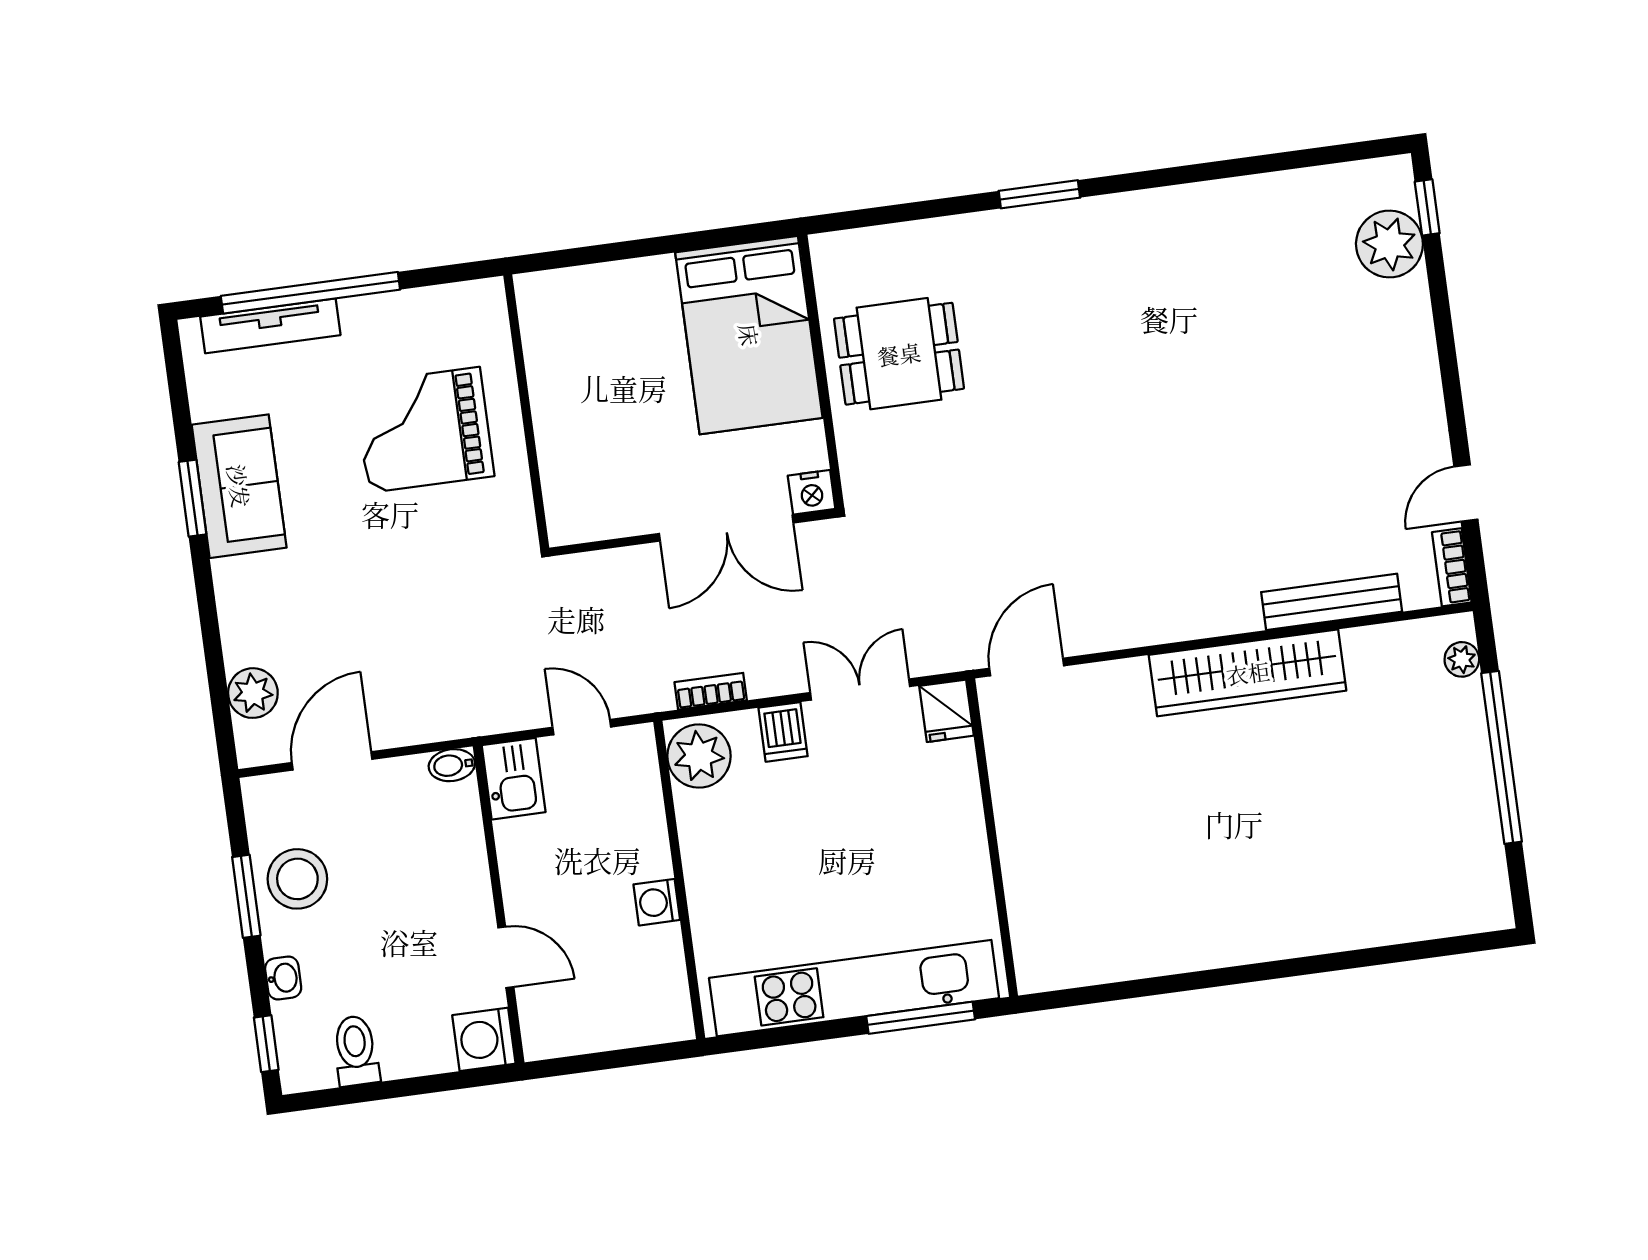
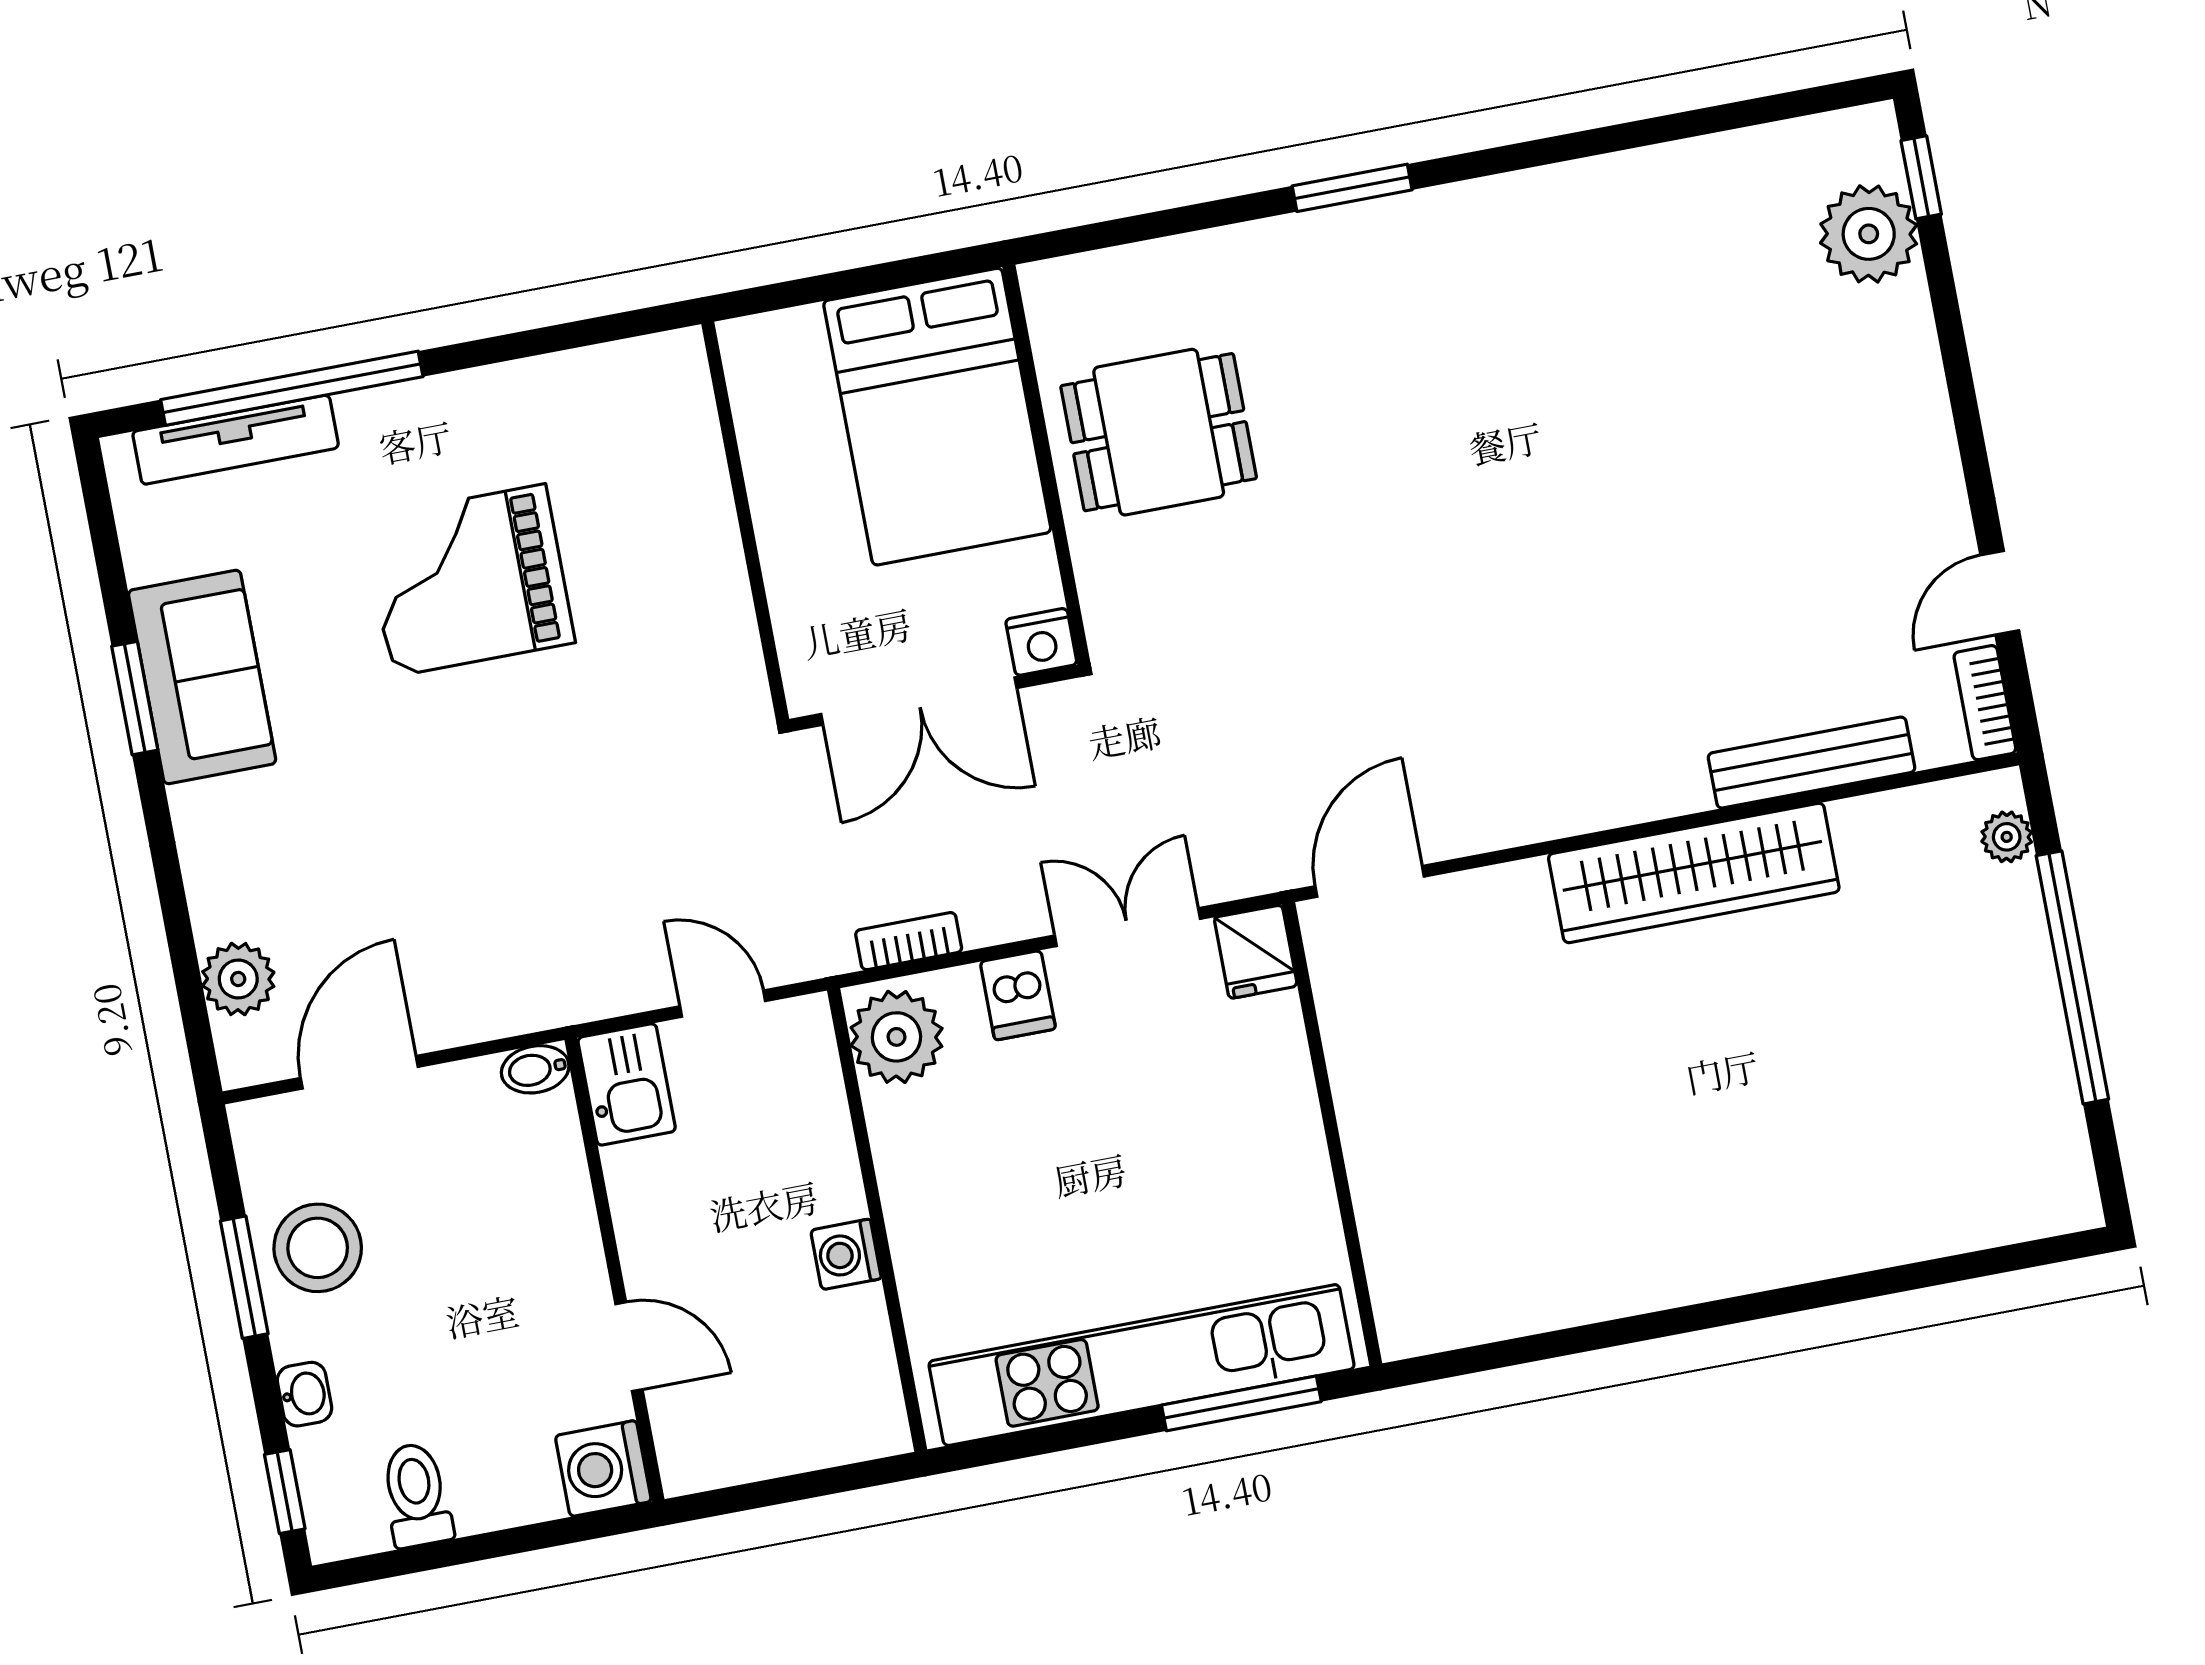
wall: (526, 412) -> (745, 522), moved

